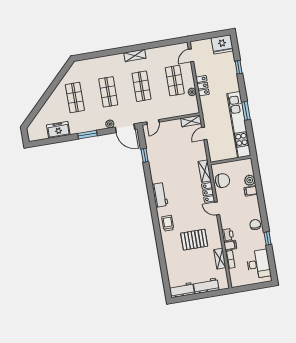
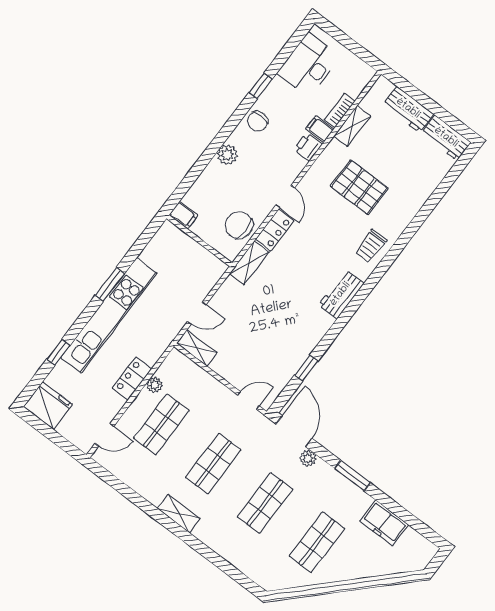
kitchen unit: (239, 125) -> (109, 315), moved
plant: (250, 180) -> (227, 155), moved
filing cabinet: (251, 191) -> (183, 215), moved

